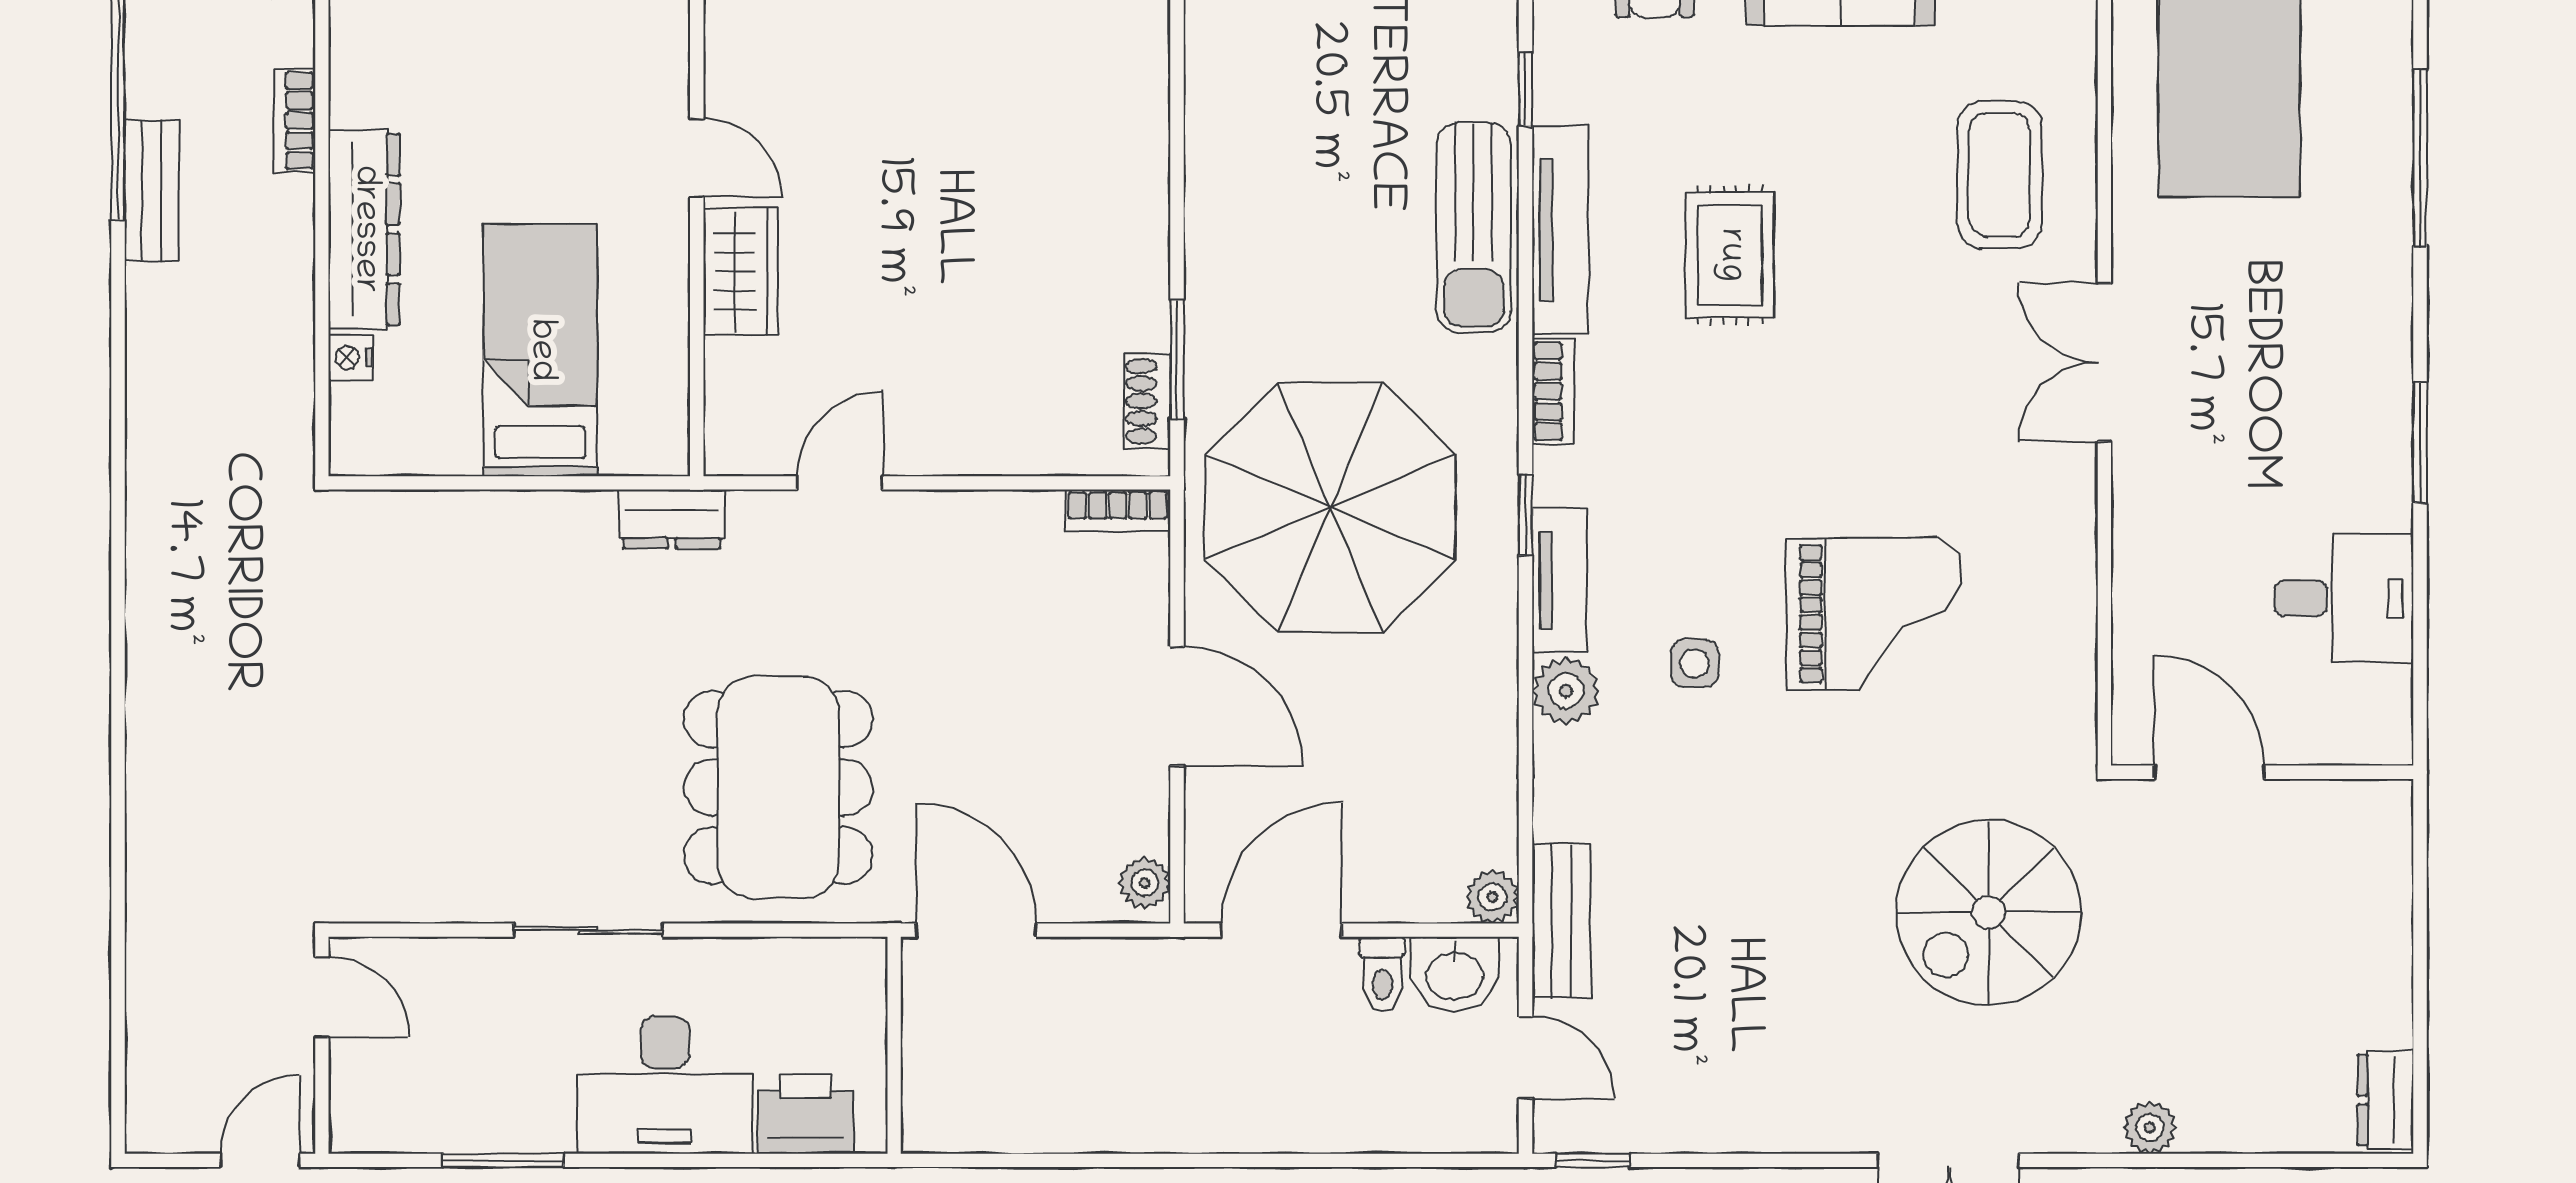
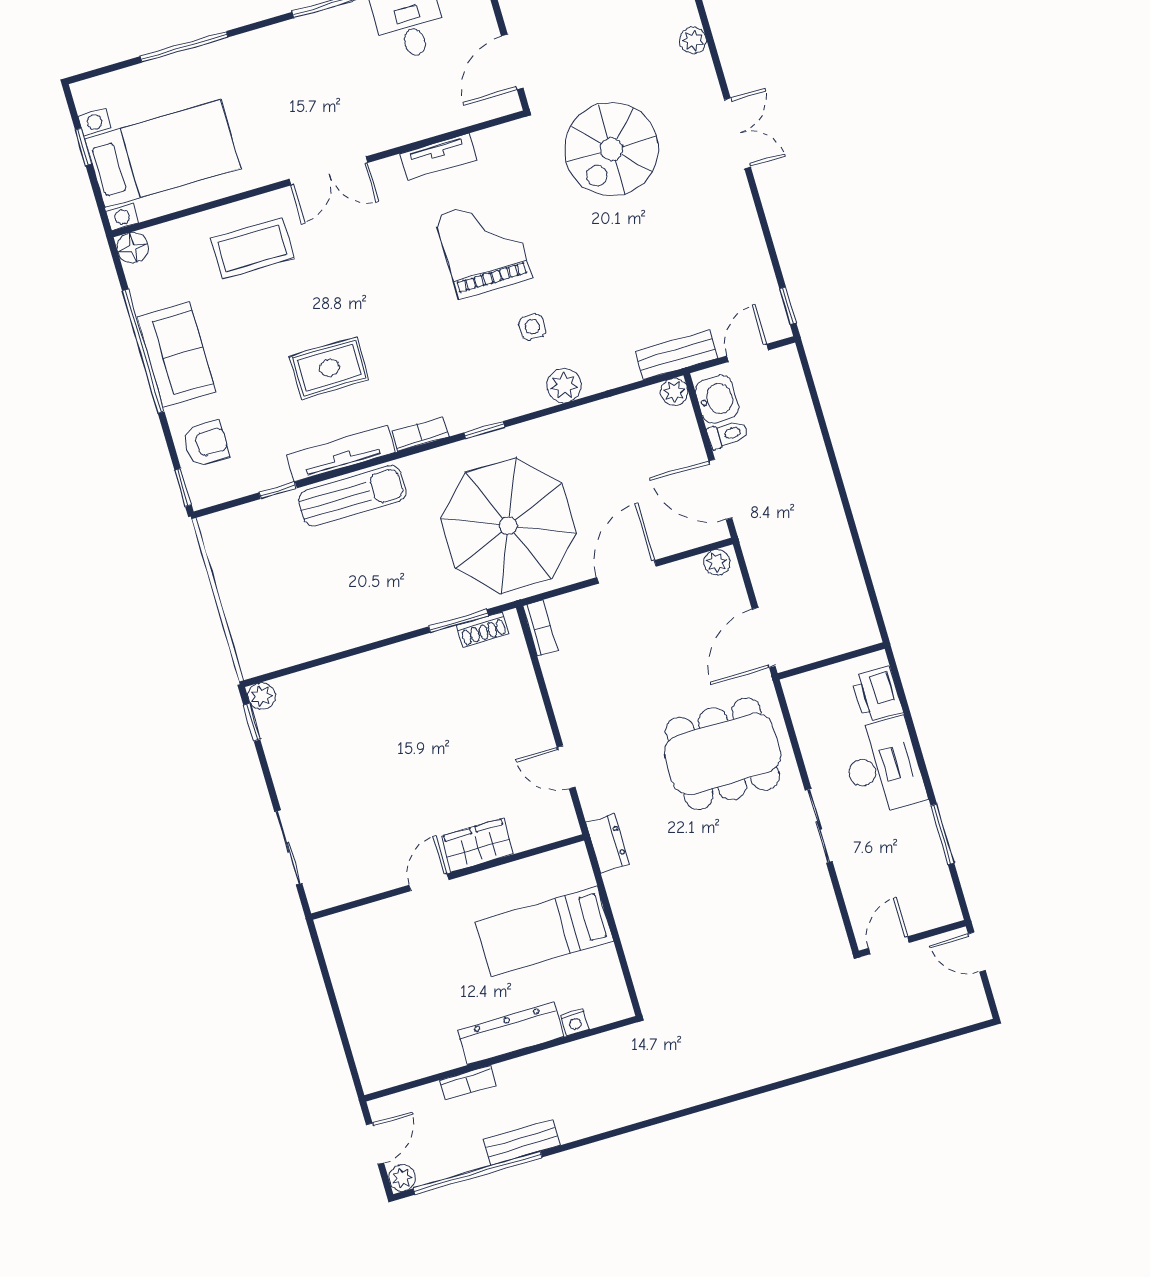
tv unit: (1560, 580) -> (438, 157), moved, turned 180
spiral stairs: (1988, 912) -> (612, 149), turned 90

